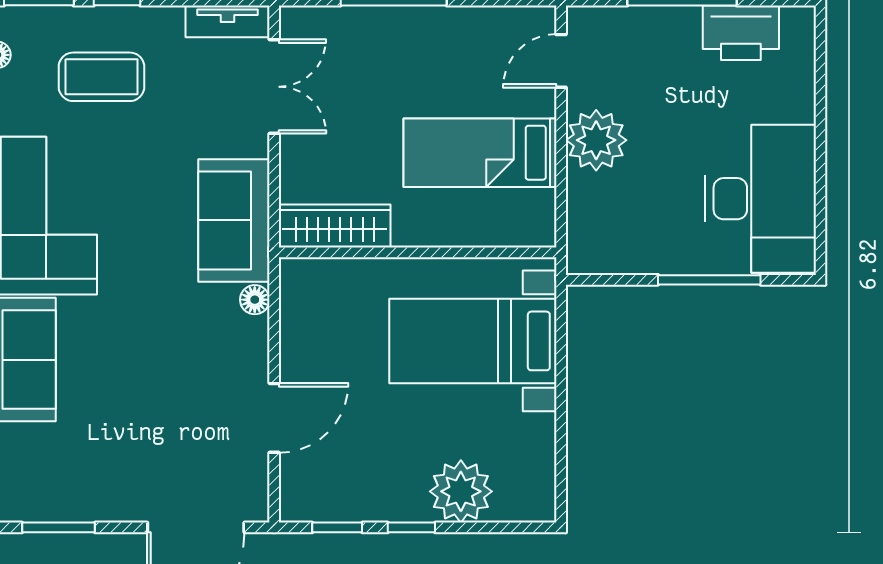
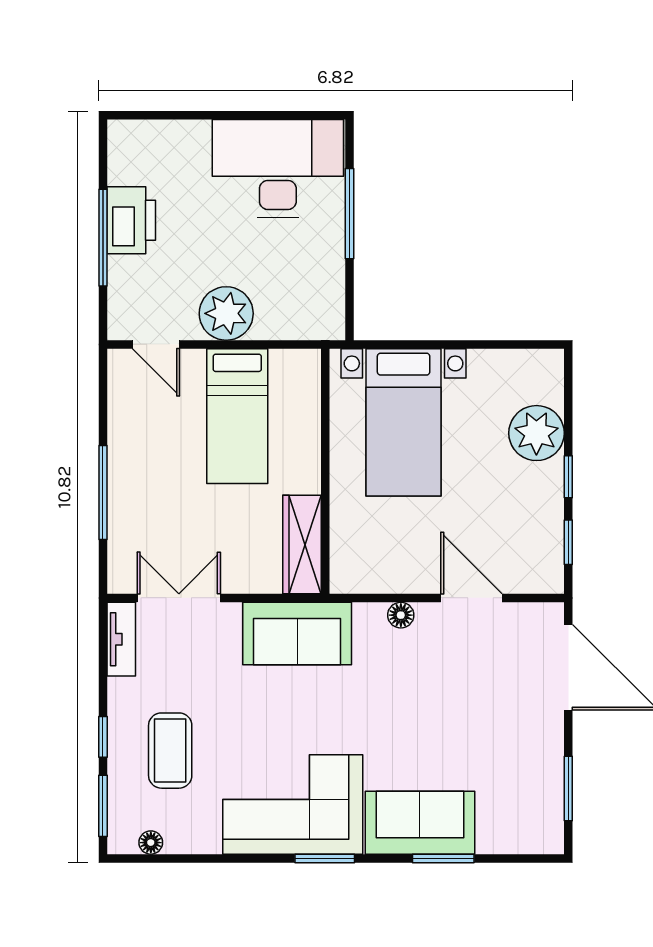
printer: (741, 33) -> (131, 220), moved
floor lamp: (255, 300) -> (401, 615), moved

